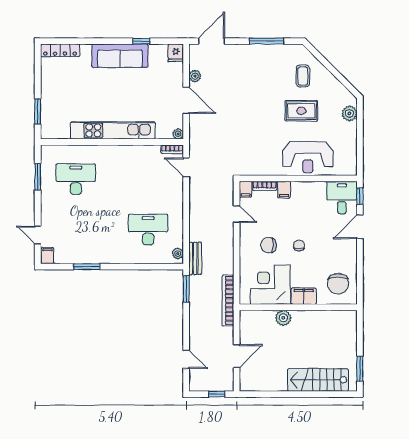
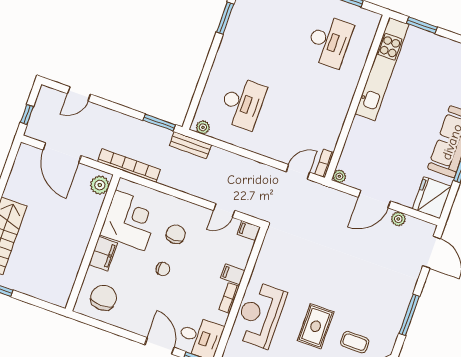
fridge: (176, 53) -> (432, 198), width x1.88, depth x1.34
kitchen unit: (113, 130) -> (382, 69), moved
bookcase: (265, 186) -> (229, 298), moved
chair: (338, 284) -> (104, 298), turned 90
plant: (283, 318) -> (100, 185), moved
door: (237, 356) -> (62, 153), width x1.36

